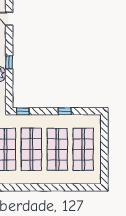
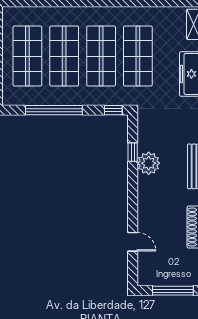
window: (9, 62) -> (133, 152), moved
window: (65, 111) -> (54, 110), width x3.17

